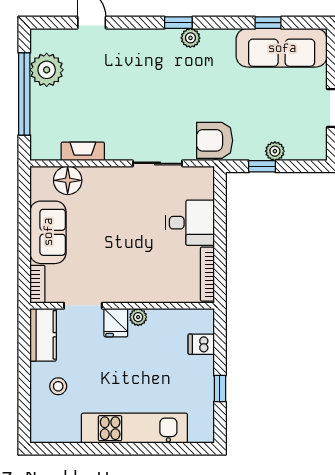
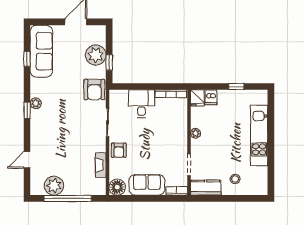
plant: (275, 151) -> (96, 55), width x1.88, depth x1.88
floor lamp: (68, 180) -> (117, 187), moved
armchair: (109, 183) -> (119, 150), added
fridge: (116, 323) -> (197, 98), moved, turned 90

